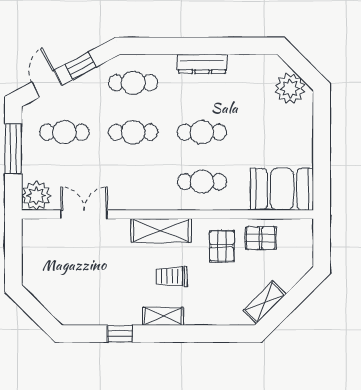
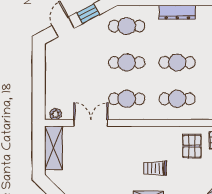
cafe table: (64, 132) -> (127, 99), moved
window: (13, 149) -> (39, 75), removed
plant: (36, 196) -> (56, 114), width x0.53, depth x0.53
shelving: (161, 230) -> (53, 148), moved, turned 90

